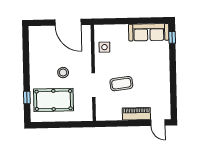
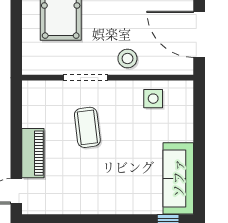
door: (68, 22) -> (199, 34), hinge flipped
stool: (63, 73) -> (127, 59), moved

